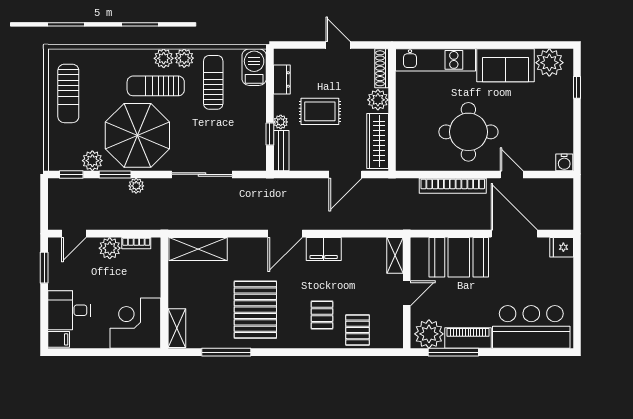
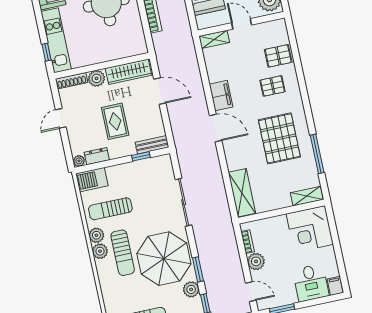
window: (424, 45) -> (46, 52), added
plant: (281, 122) -> (79, 161), moved
plant: (136, 186) -> (203, 251), removed
pallet: (255, 310) -> (279, 138), turned 90

